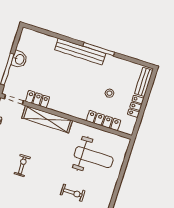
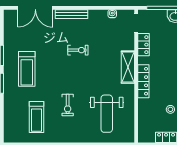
shelving: (47, 119) -> (128, 67), width x0.68
locker: (103, 121) -> (143, 81), moved

